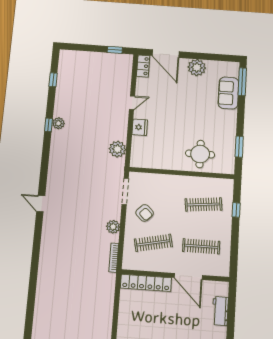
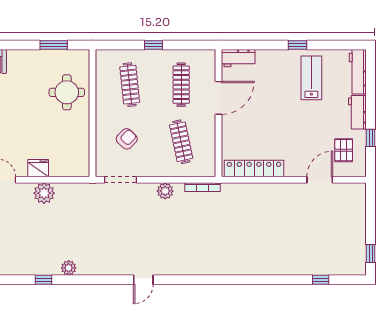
plant: (58, 123) -> (69, 268), moved
plant: (117, 149) -> (44, 193), moved
window: (236, 210) -> (153, 45), moved
armchair: (145, 213) -> (127, 139), moved
locker: (146, 283) -> (254, 169), moved, turned -90
workbench: (220, 311) -> (238, 58), moved

